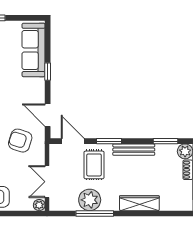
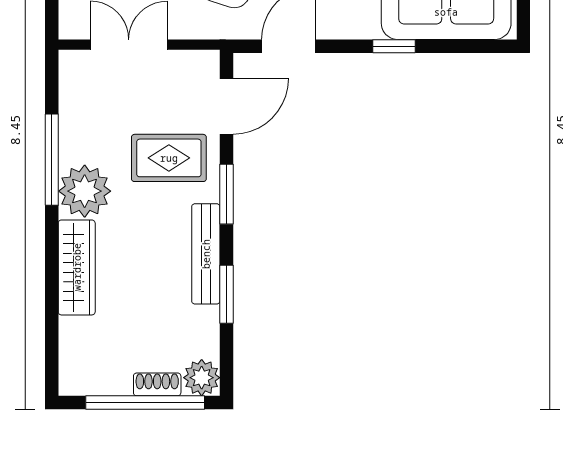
window: (165, 141) -> (226, 294), moved
plant: (90, 200) -> (85, 191), moved
plant: (39, 205) -> (72, 26), removed

